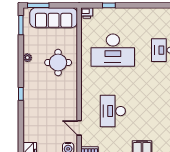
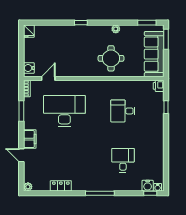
desk: (113, 50) -> (123, 111), width x0.53, depth x0.77
desk: (113, 111) -> (64, 111), width x1.36, depth x1.30

